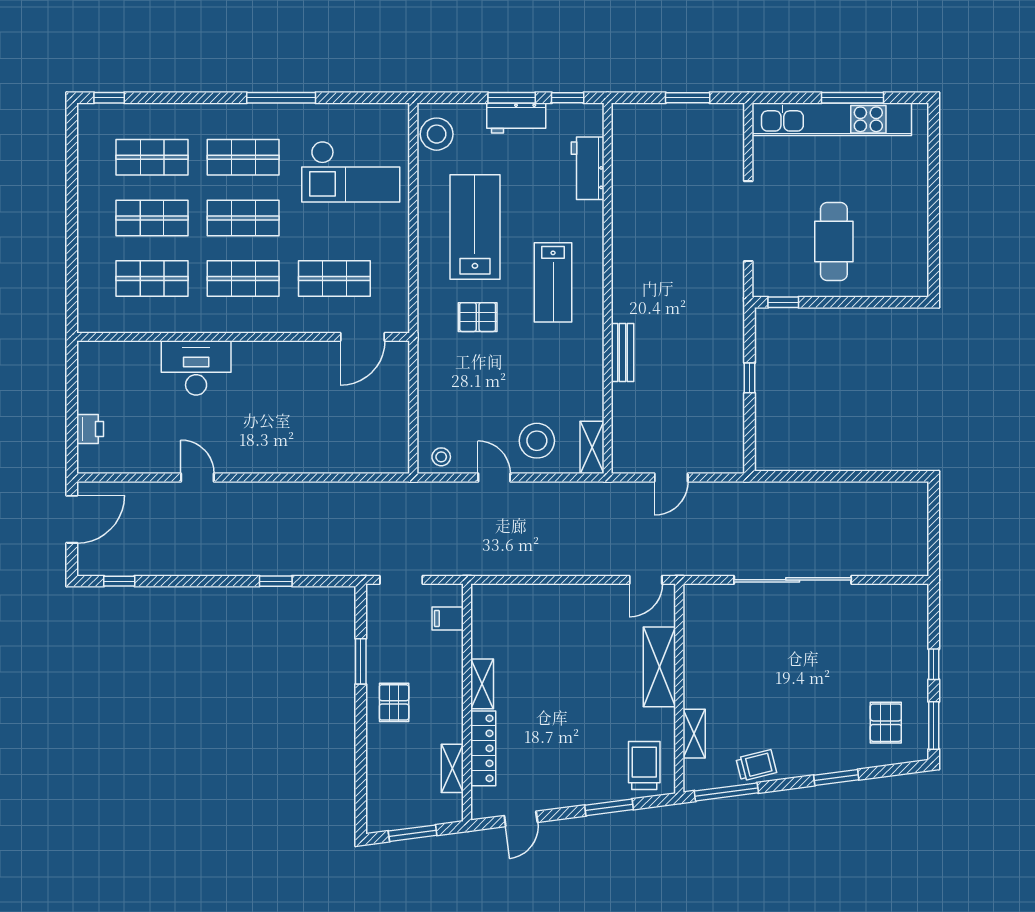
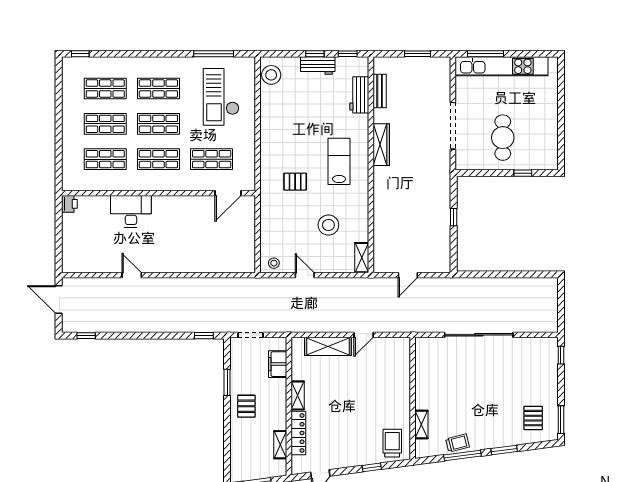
window: (281, 98) -> (214, 54), moved
window: (512, 98) -> (315, 54), width x0.67
window: (852, 98) -> (486, 54), moved
checkout: (351, 172) -> (221, 97), turned 90
lab bench: (475, 227) -> (294, 129), removed
wardrobe: (625, 254) -> (381, 145), added
lab bench: (553, 282) -> (339, 161), turned 180
window: (783, 302) -> (523, 173), moved
bench: (623, 352) -> (380, 91), moved
printer: (90, 429) -> (69, 204), moved
stool: (537, 441) -> (328, 225), moved
door: (72, 519) -> (59, 300), swing flipped
door: (646, 580) -> (364, 335), moved
window: (276, 581) -> (204, 336), moved
filing cabinet: (448, 618) -> (278, 364), width x2.00
window: (934, 664) -> (561, 355), moved
shelving: (659, 667) -> (328, 346), moved, turned 90
window: (726, 792) -> (462, 455), moved
window: (609, 807) -> (372, 467), width x0.67

